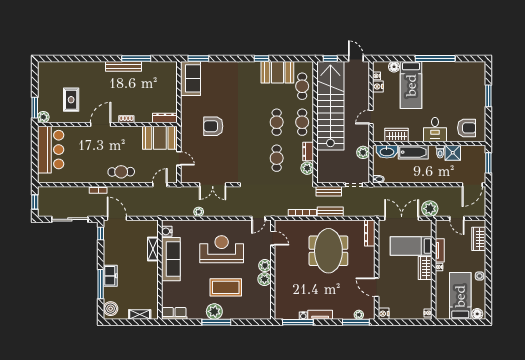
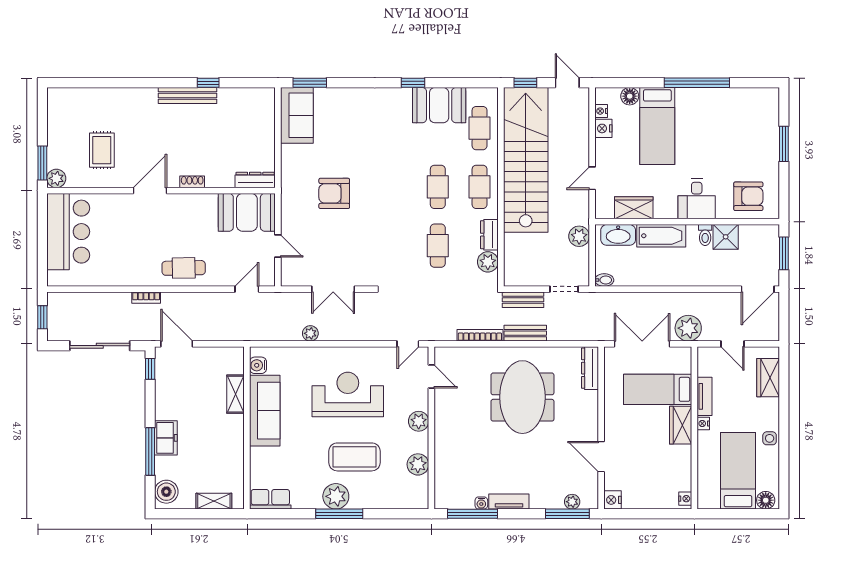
window: (136, 59) -> (208, 83), width x0.46
plant: (264, 279) -> (418, 464), moved

